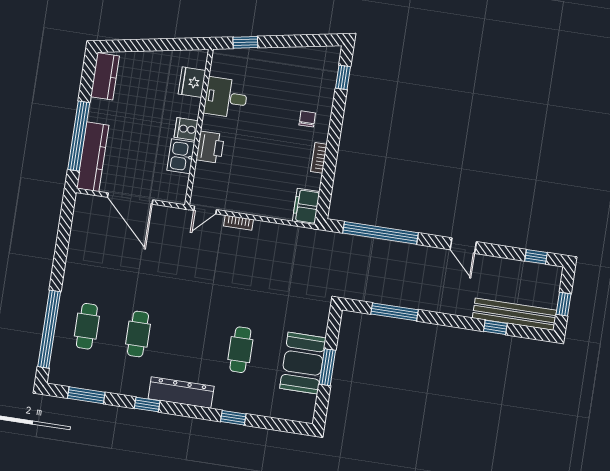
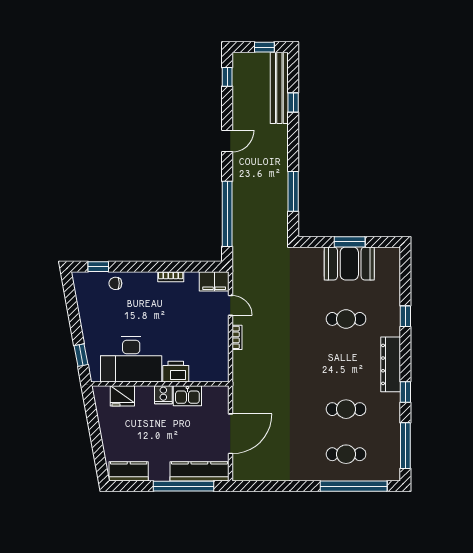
desk: (226, 98) -> (131, 359), width x1.87, depth x1.30
chair: (307, 119) -> (115, 283), moved
door: (205, 210) -> (230, 305), moved
window: (86, 395) -> (405, 446), width x1.44

